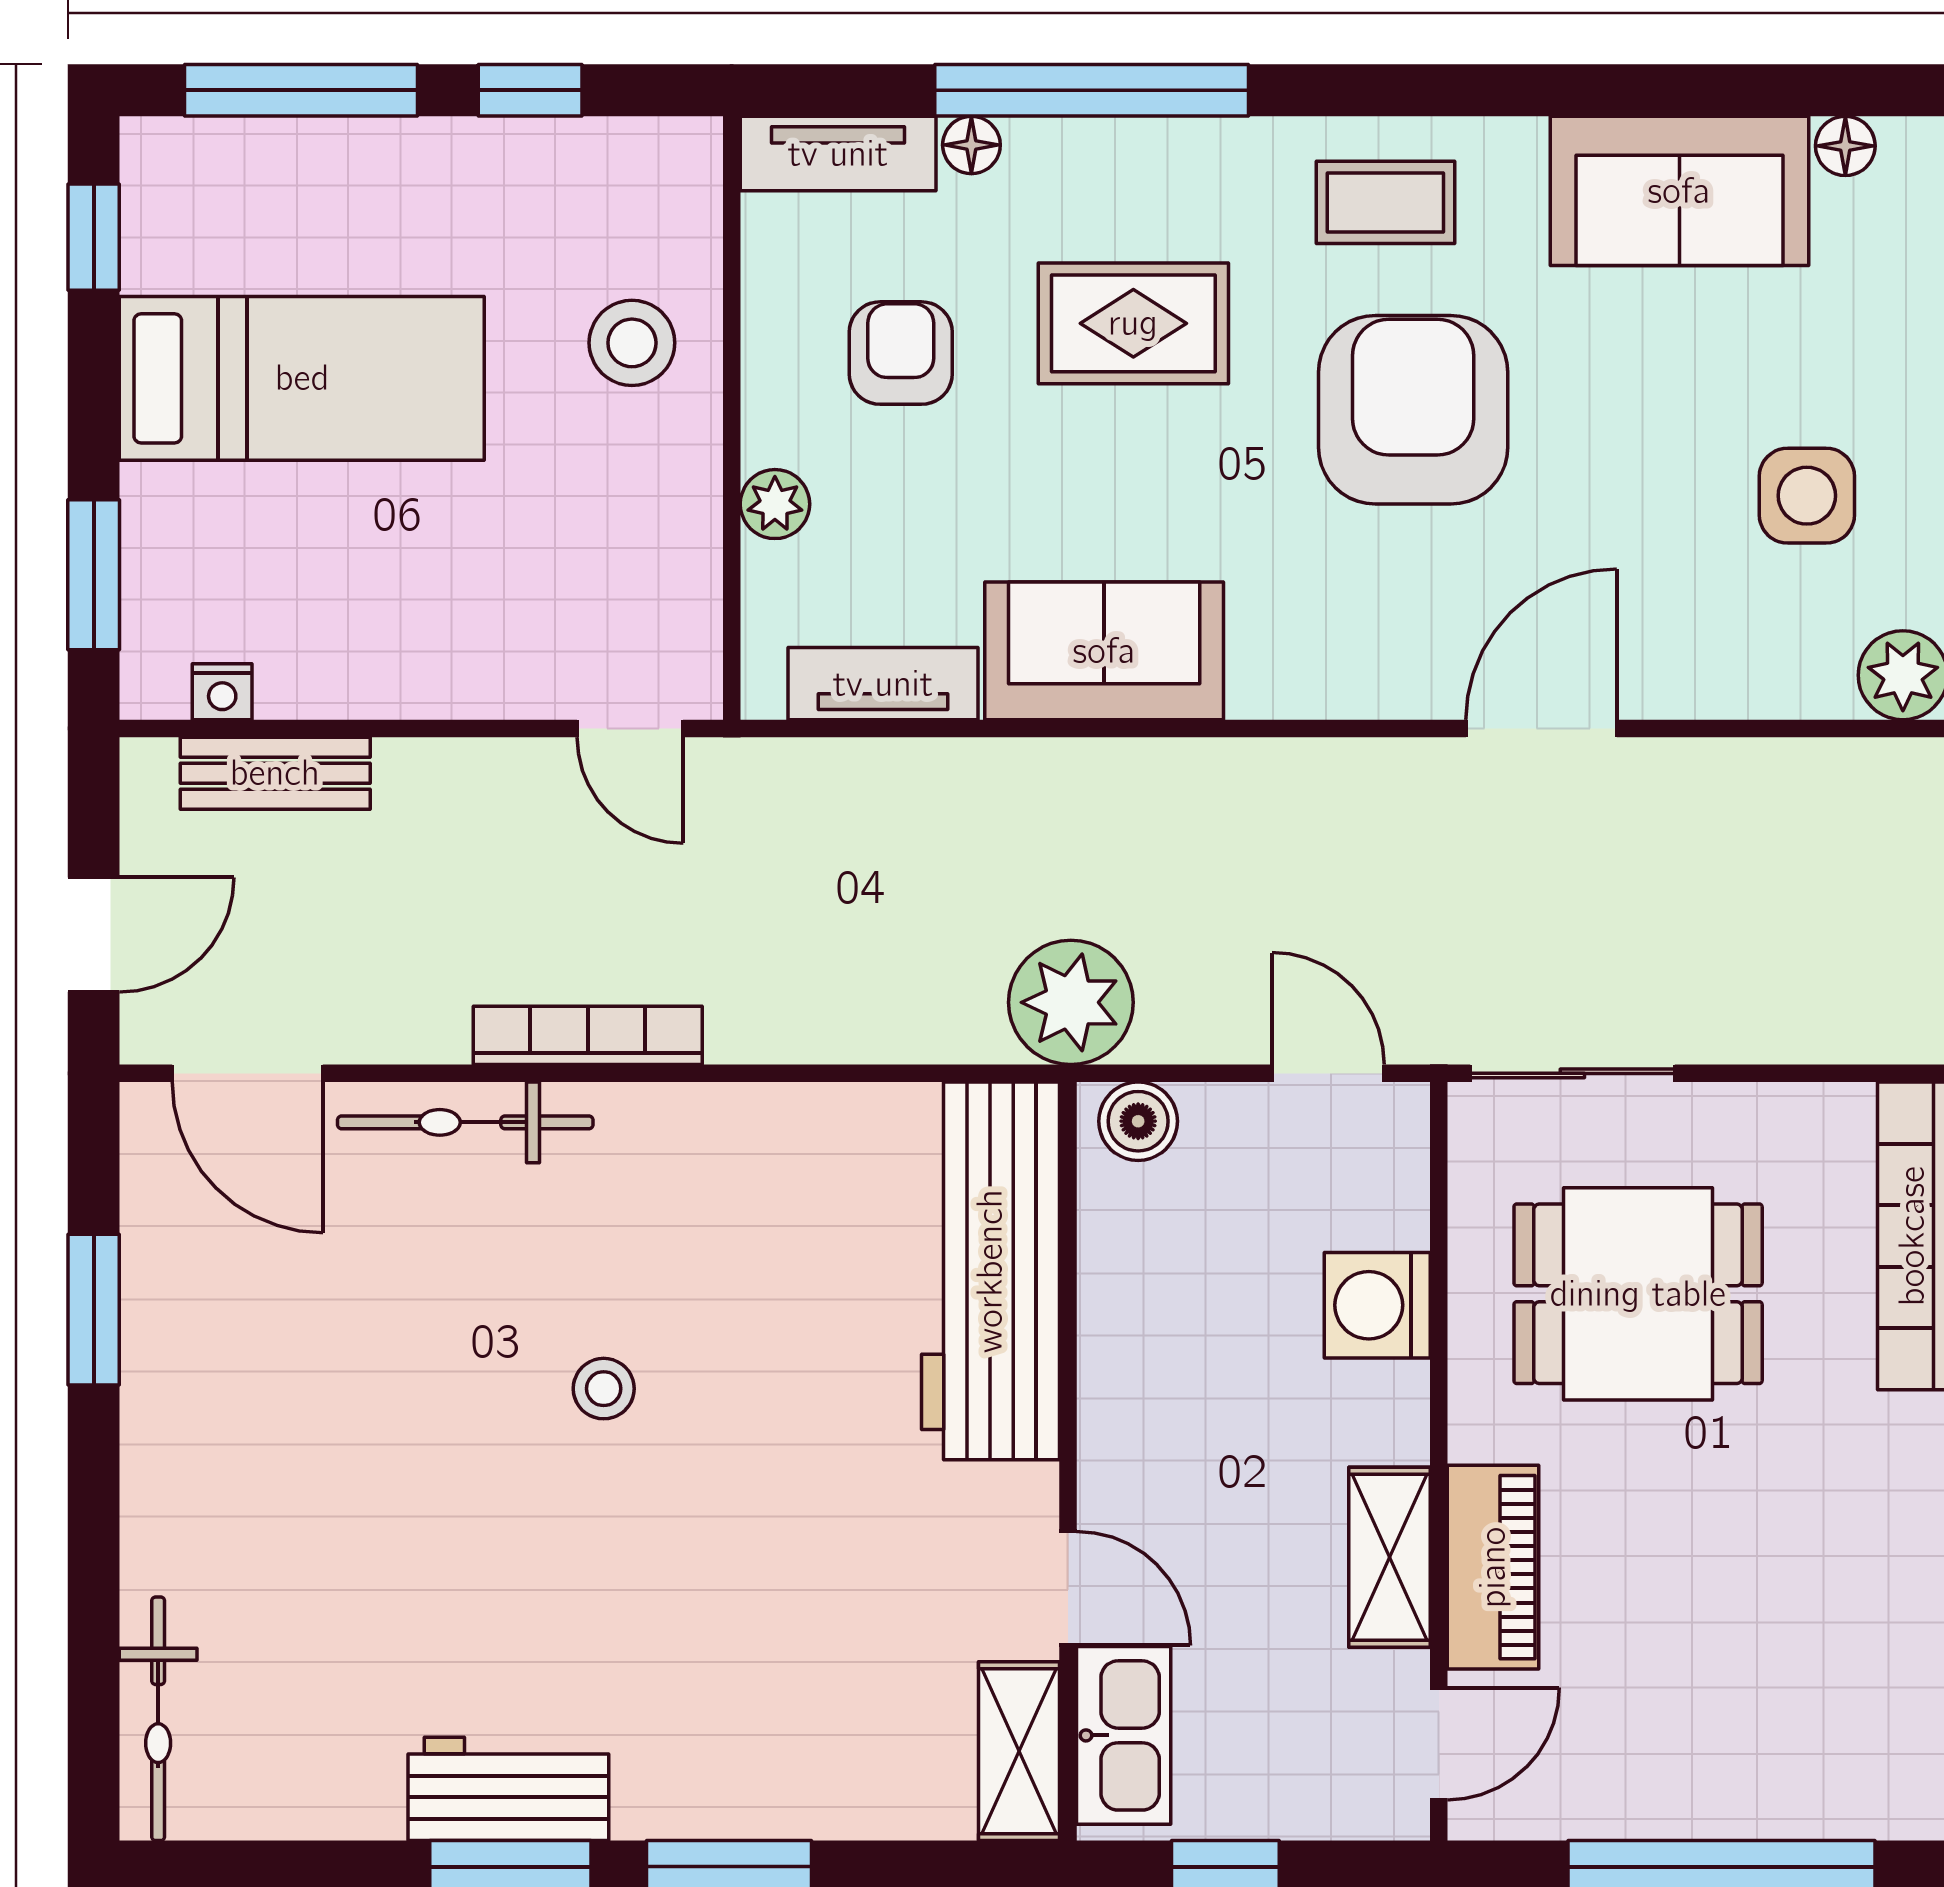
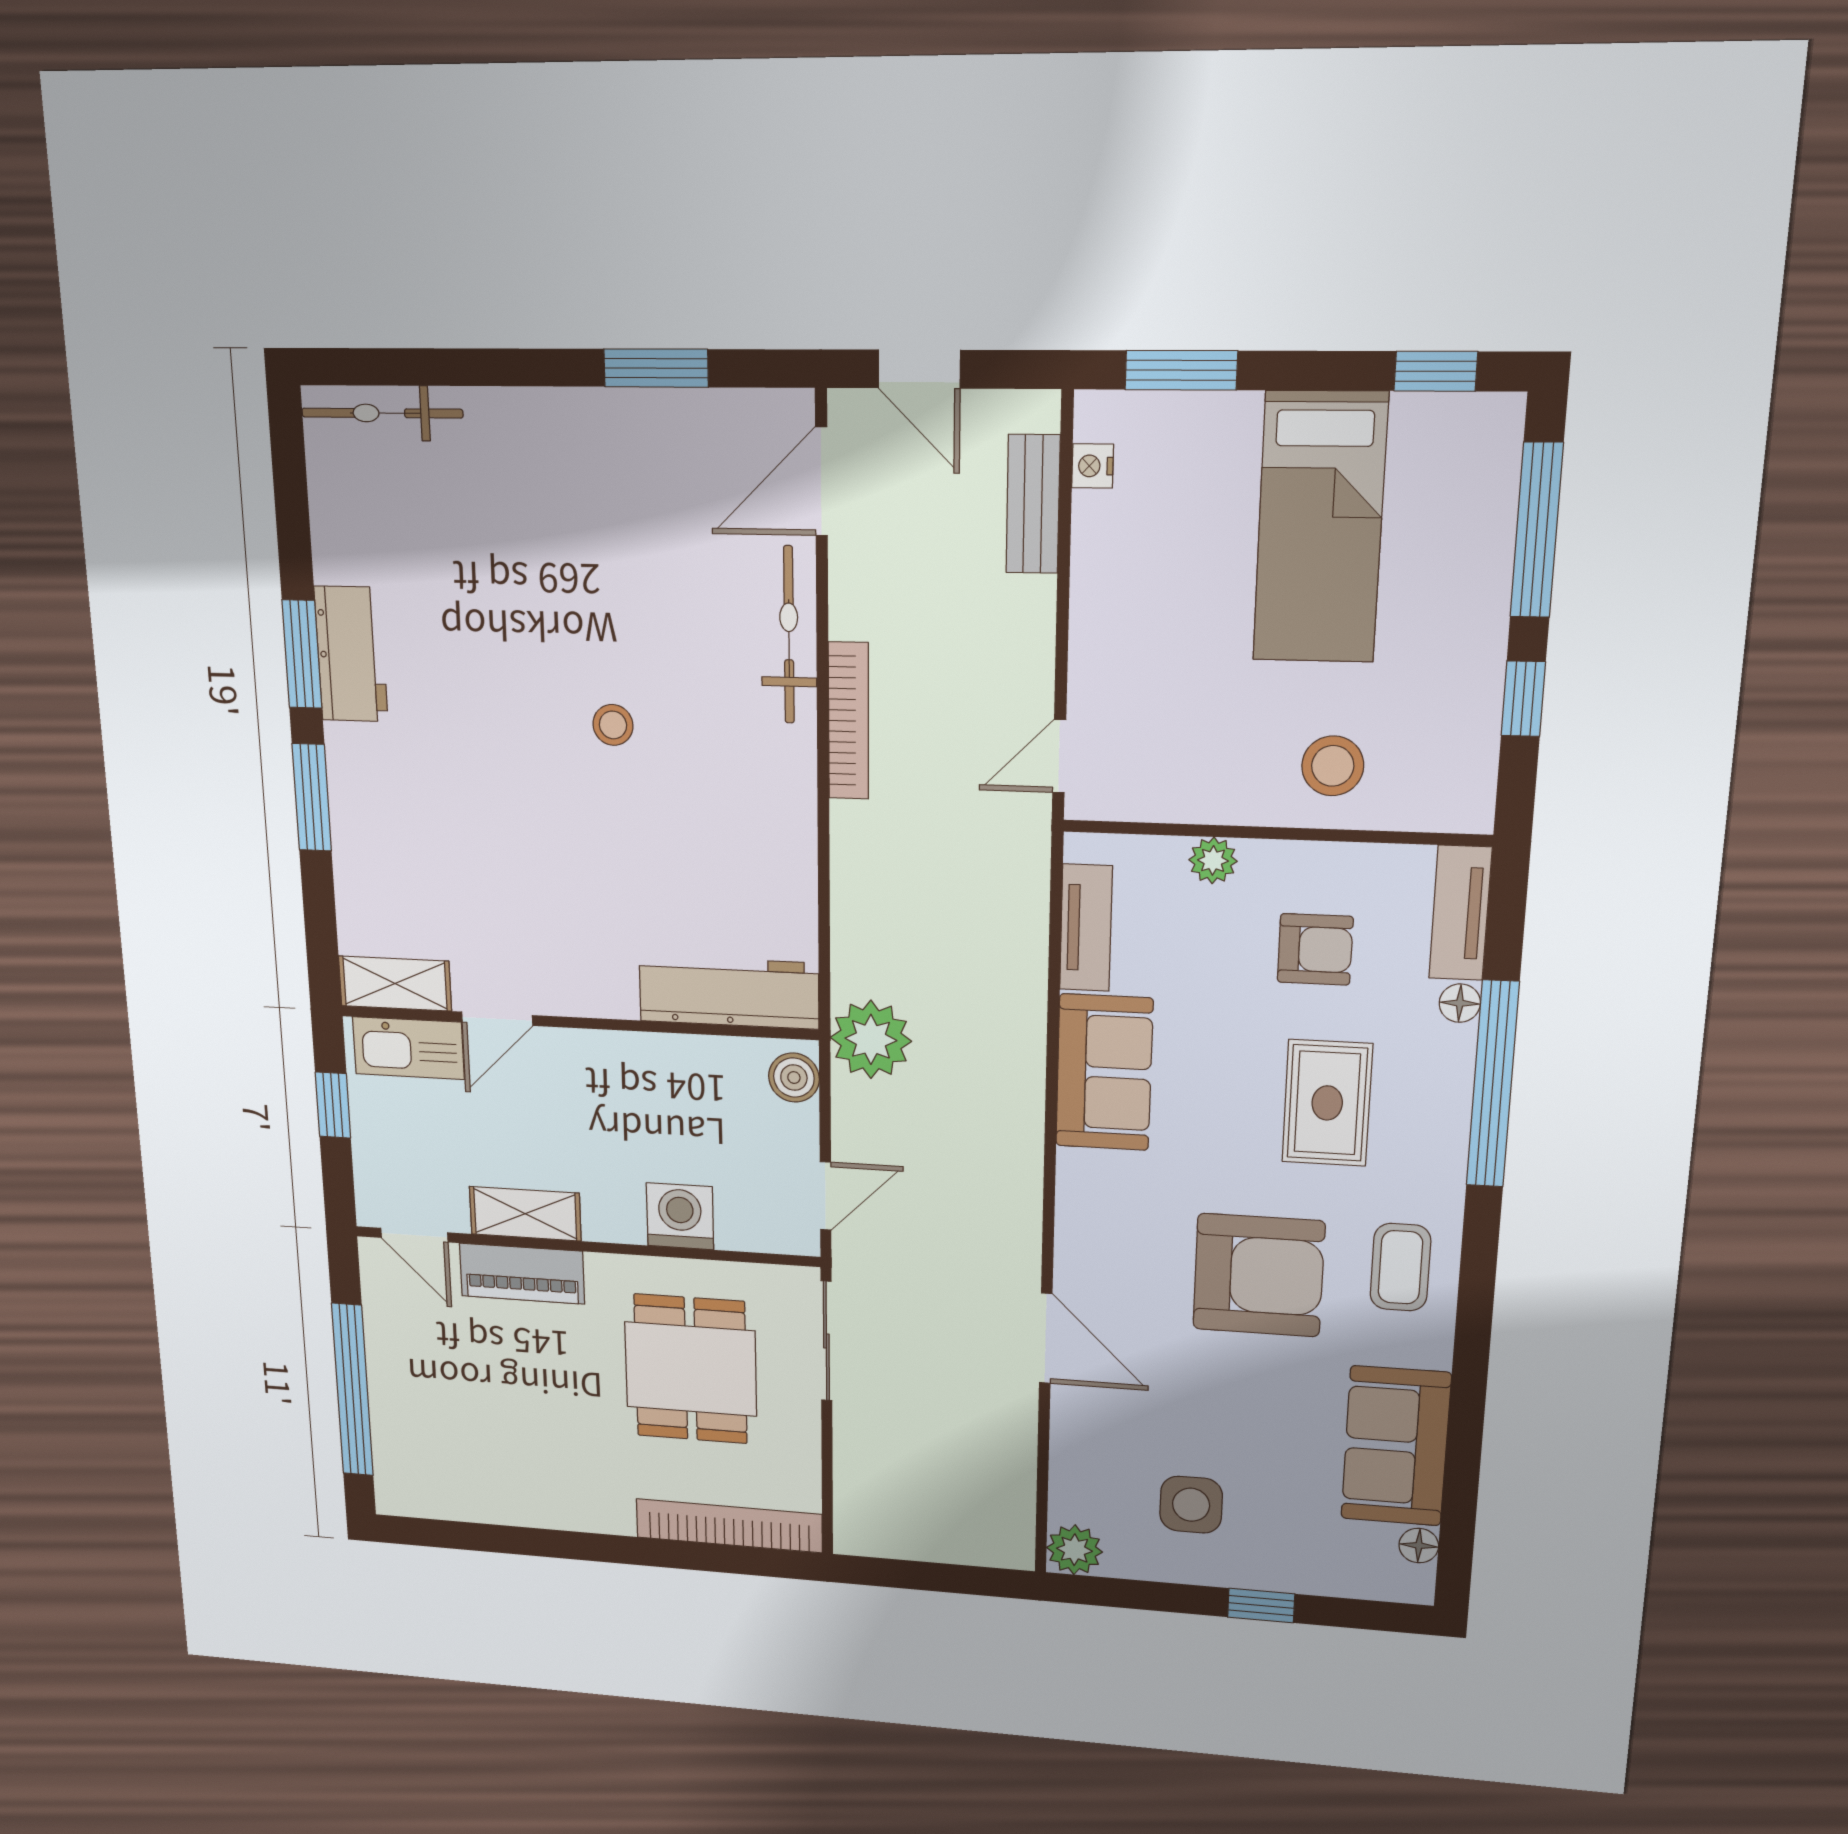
workbench: (990, 1271) -> (729, 992), width x0.73, depth x0.76

